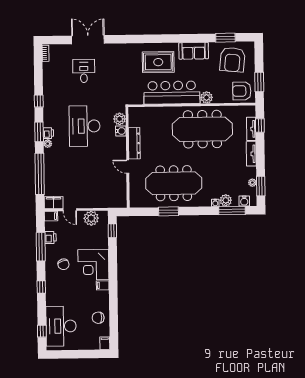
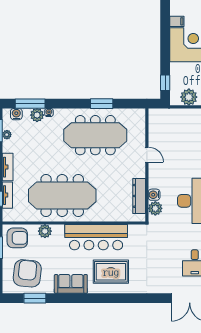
plant: (207, 97) -> (45, 231), moved
dresser: (134, 143) -> (139, 196), moved

